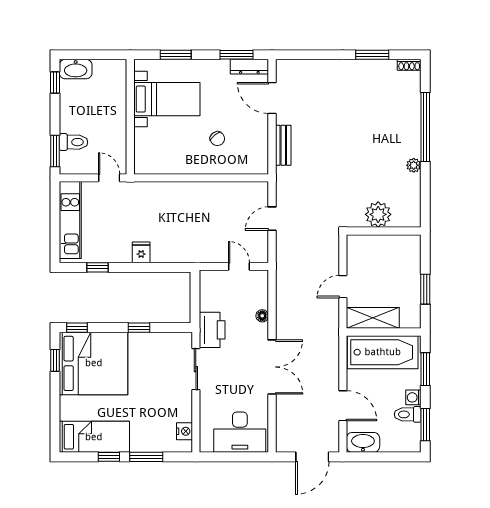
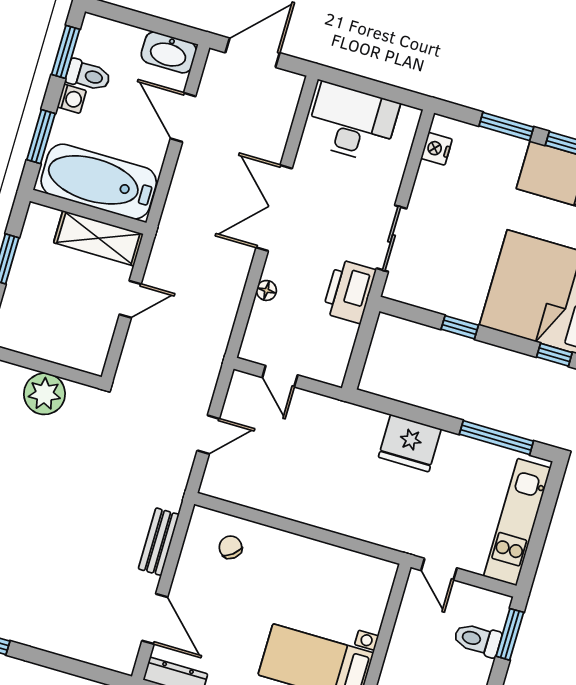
chair: (217, 139) -> (230, 547), moved
fridge: (141, 252) -> (410, 443), width x1.88, depth x1.34
window: (98, 267) -> (496, 438), width x2.17

